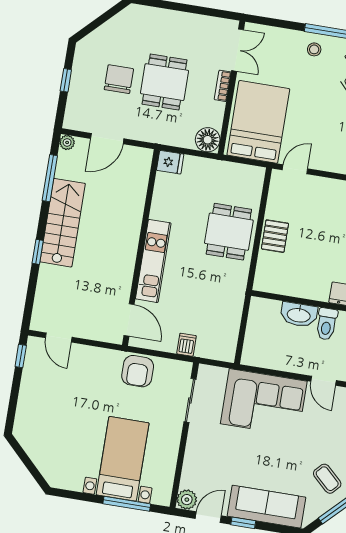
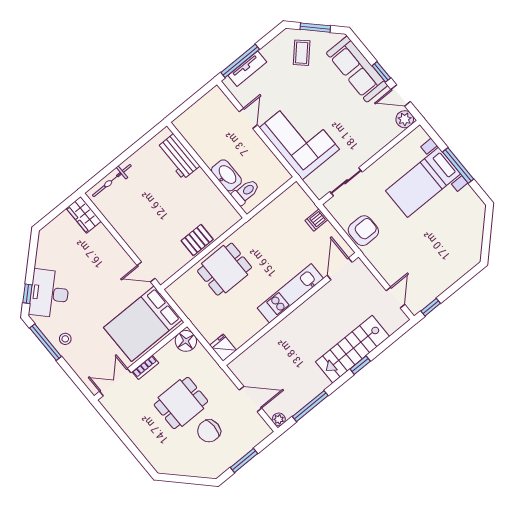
window: (66, 80) -> (244, 460), width x1.50
stairs: (63, 223) -> (353, 349), moved
toilet: (327, 324) -> (245, 192), moved
window: (127, 504) -> (458, 165), moved

